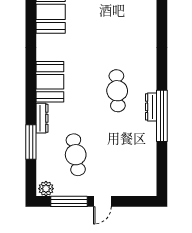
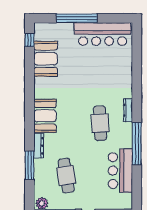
dresser: (151, 107) -> (128, 110), moved
bar counter: (142, 149) -> (120, 171), added

